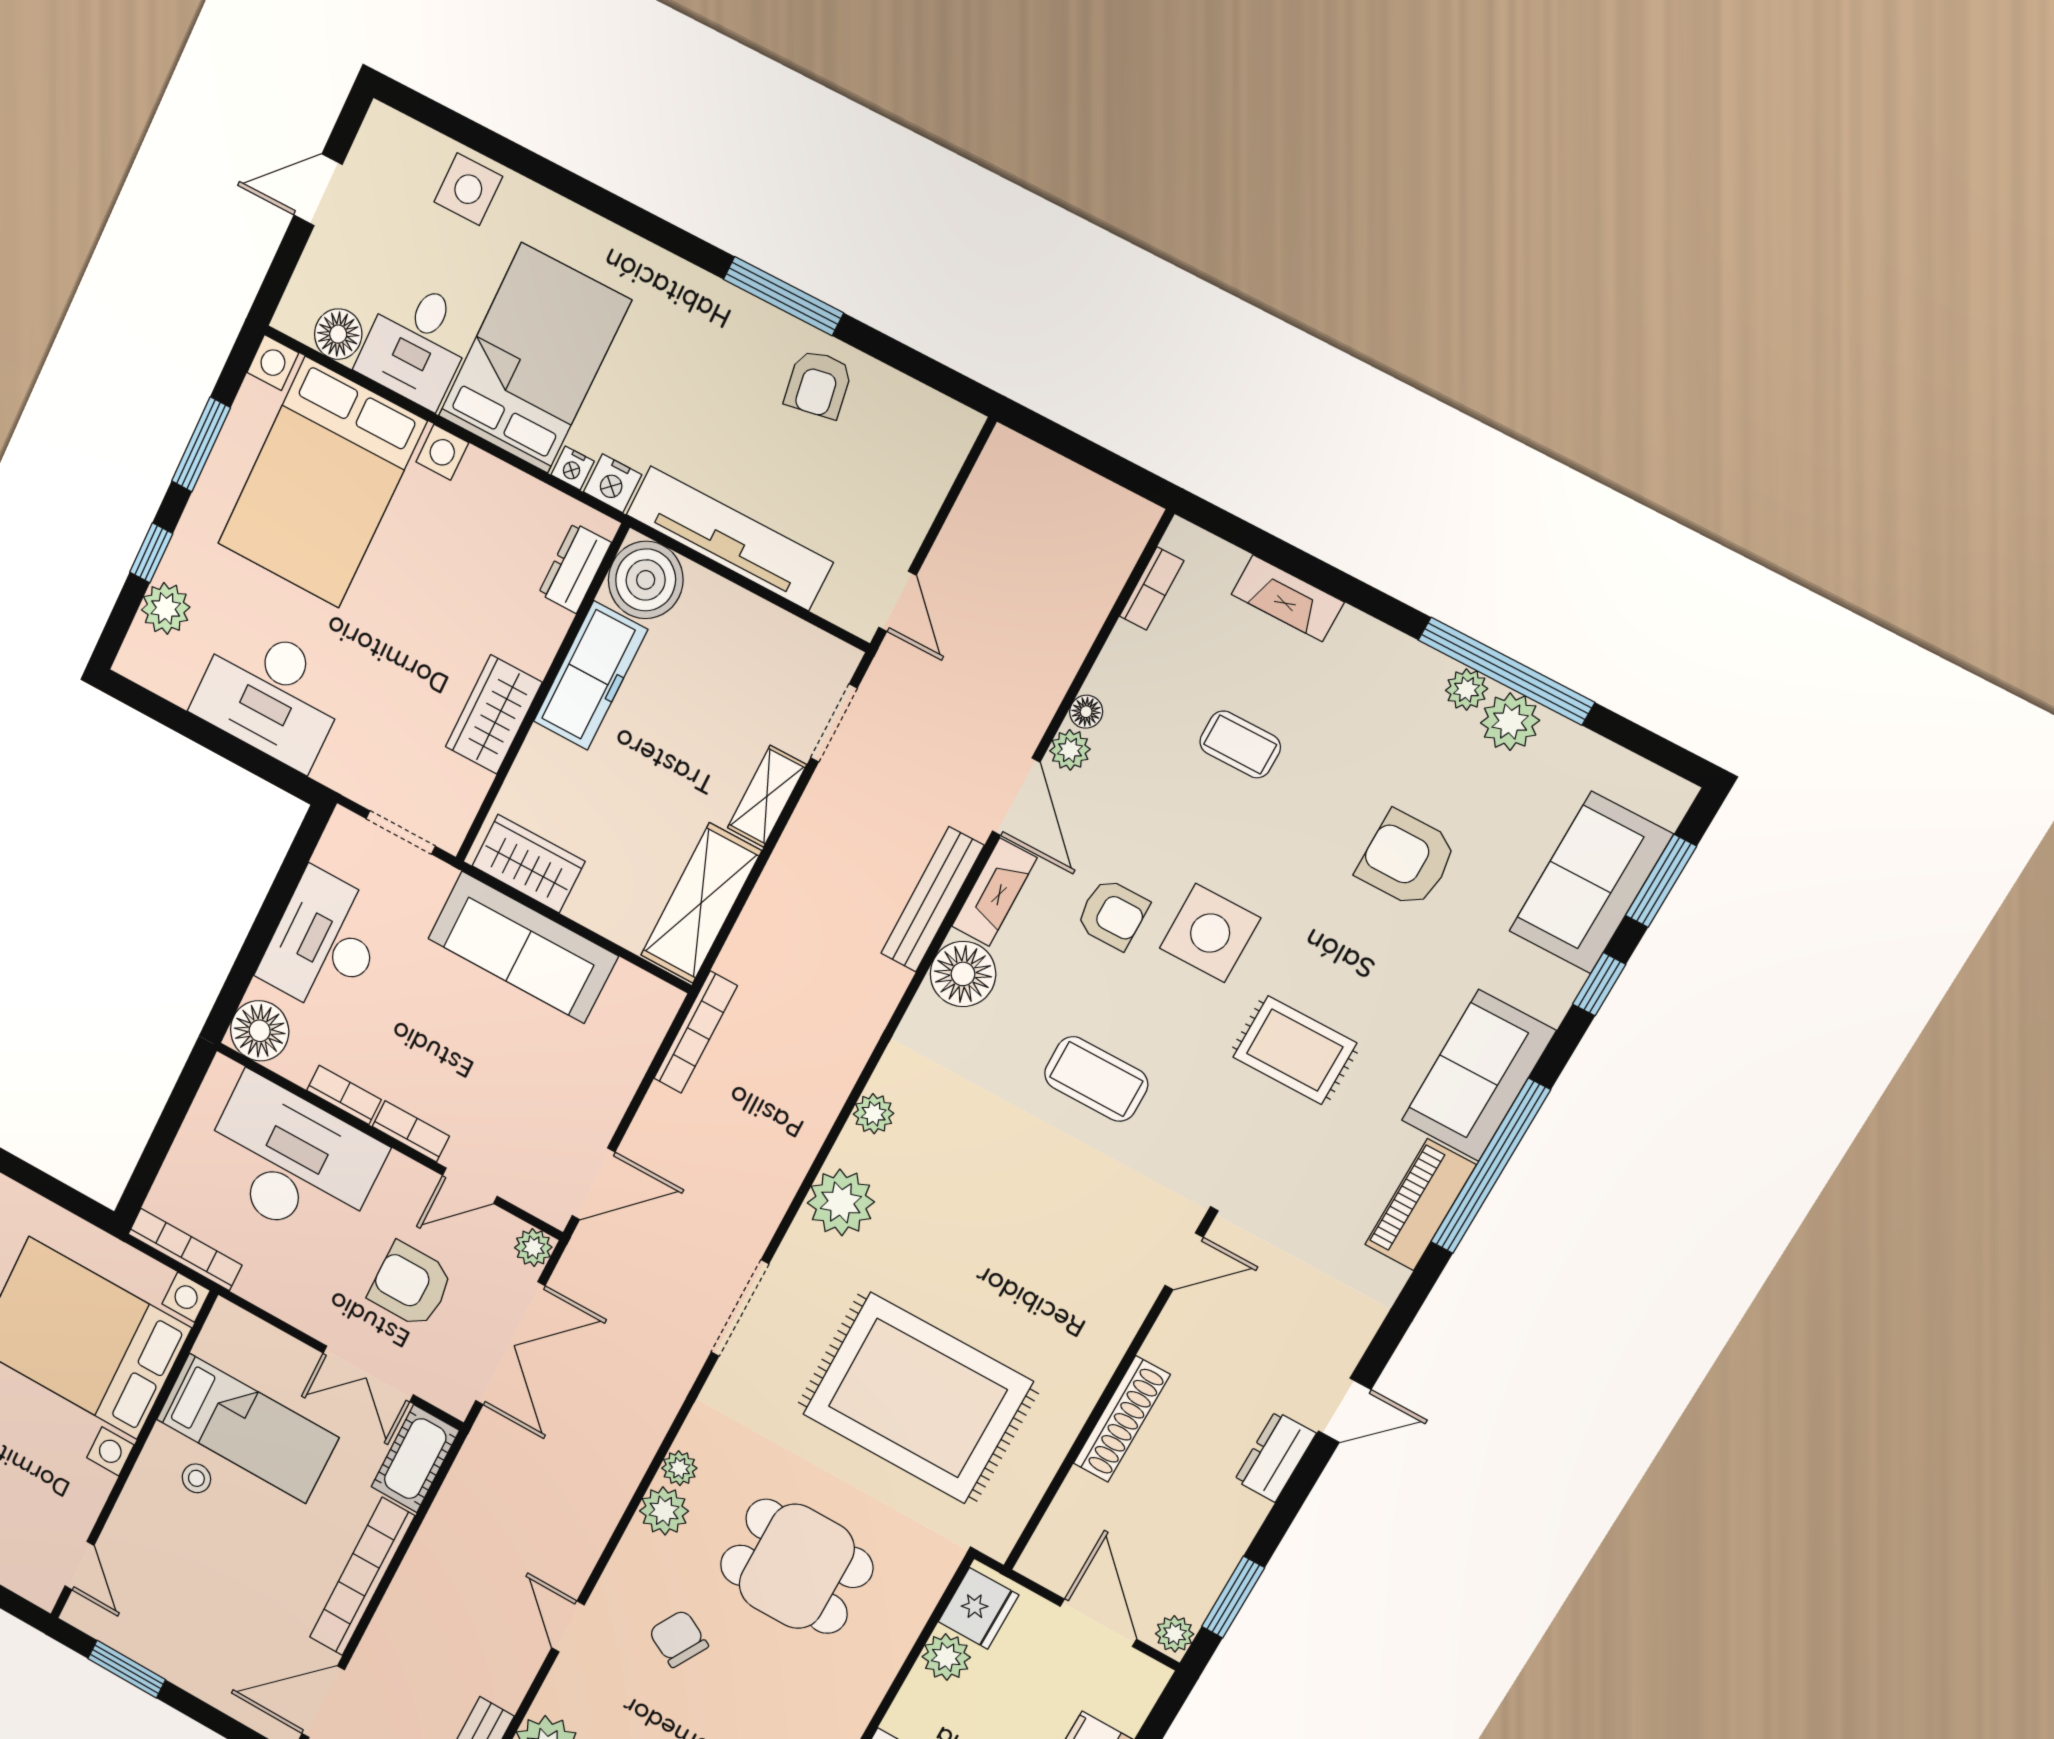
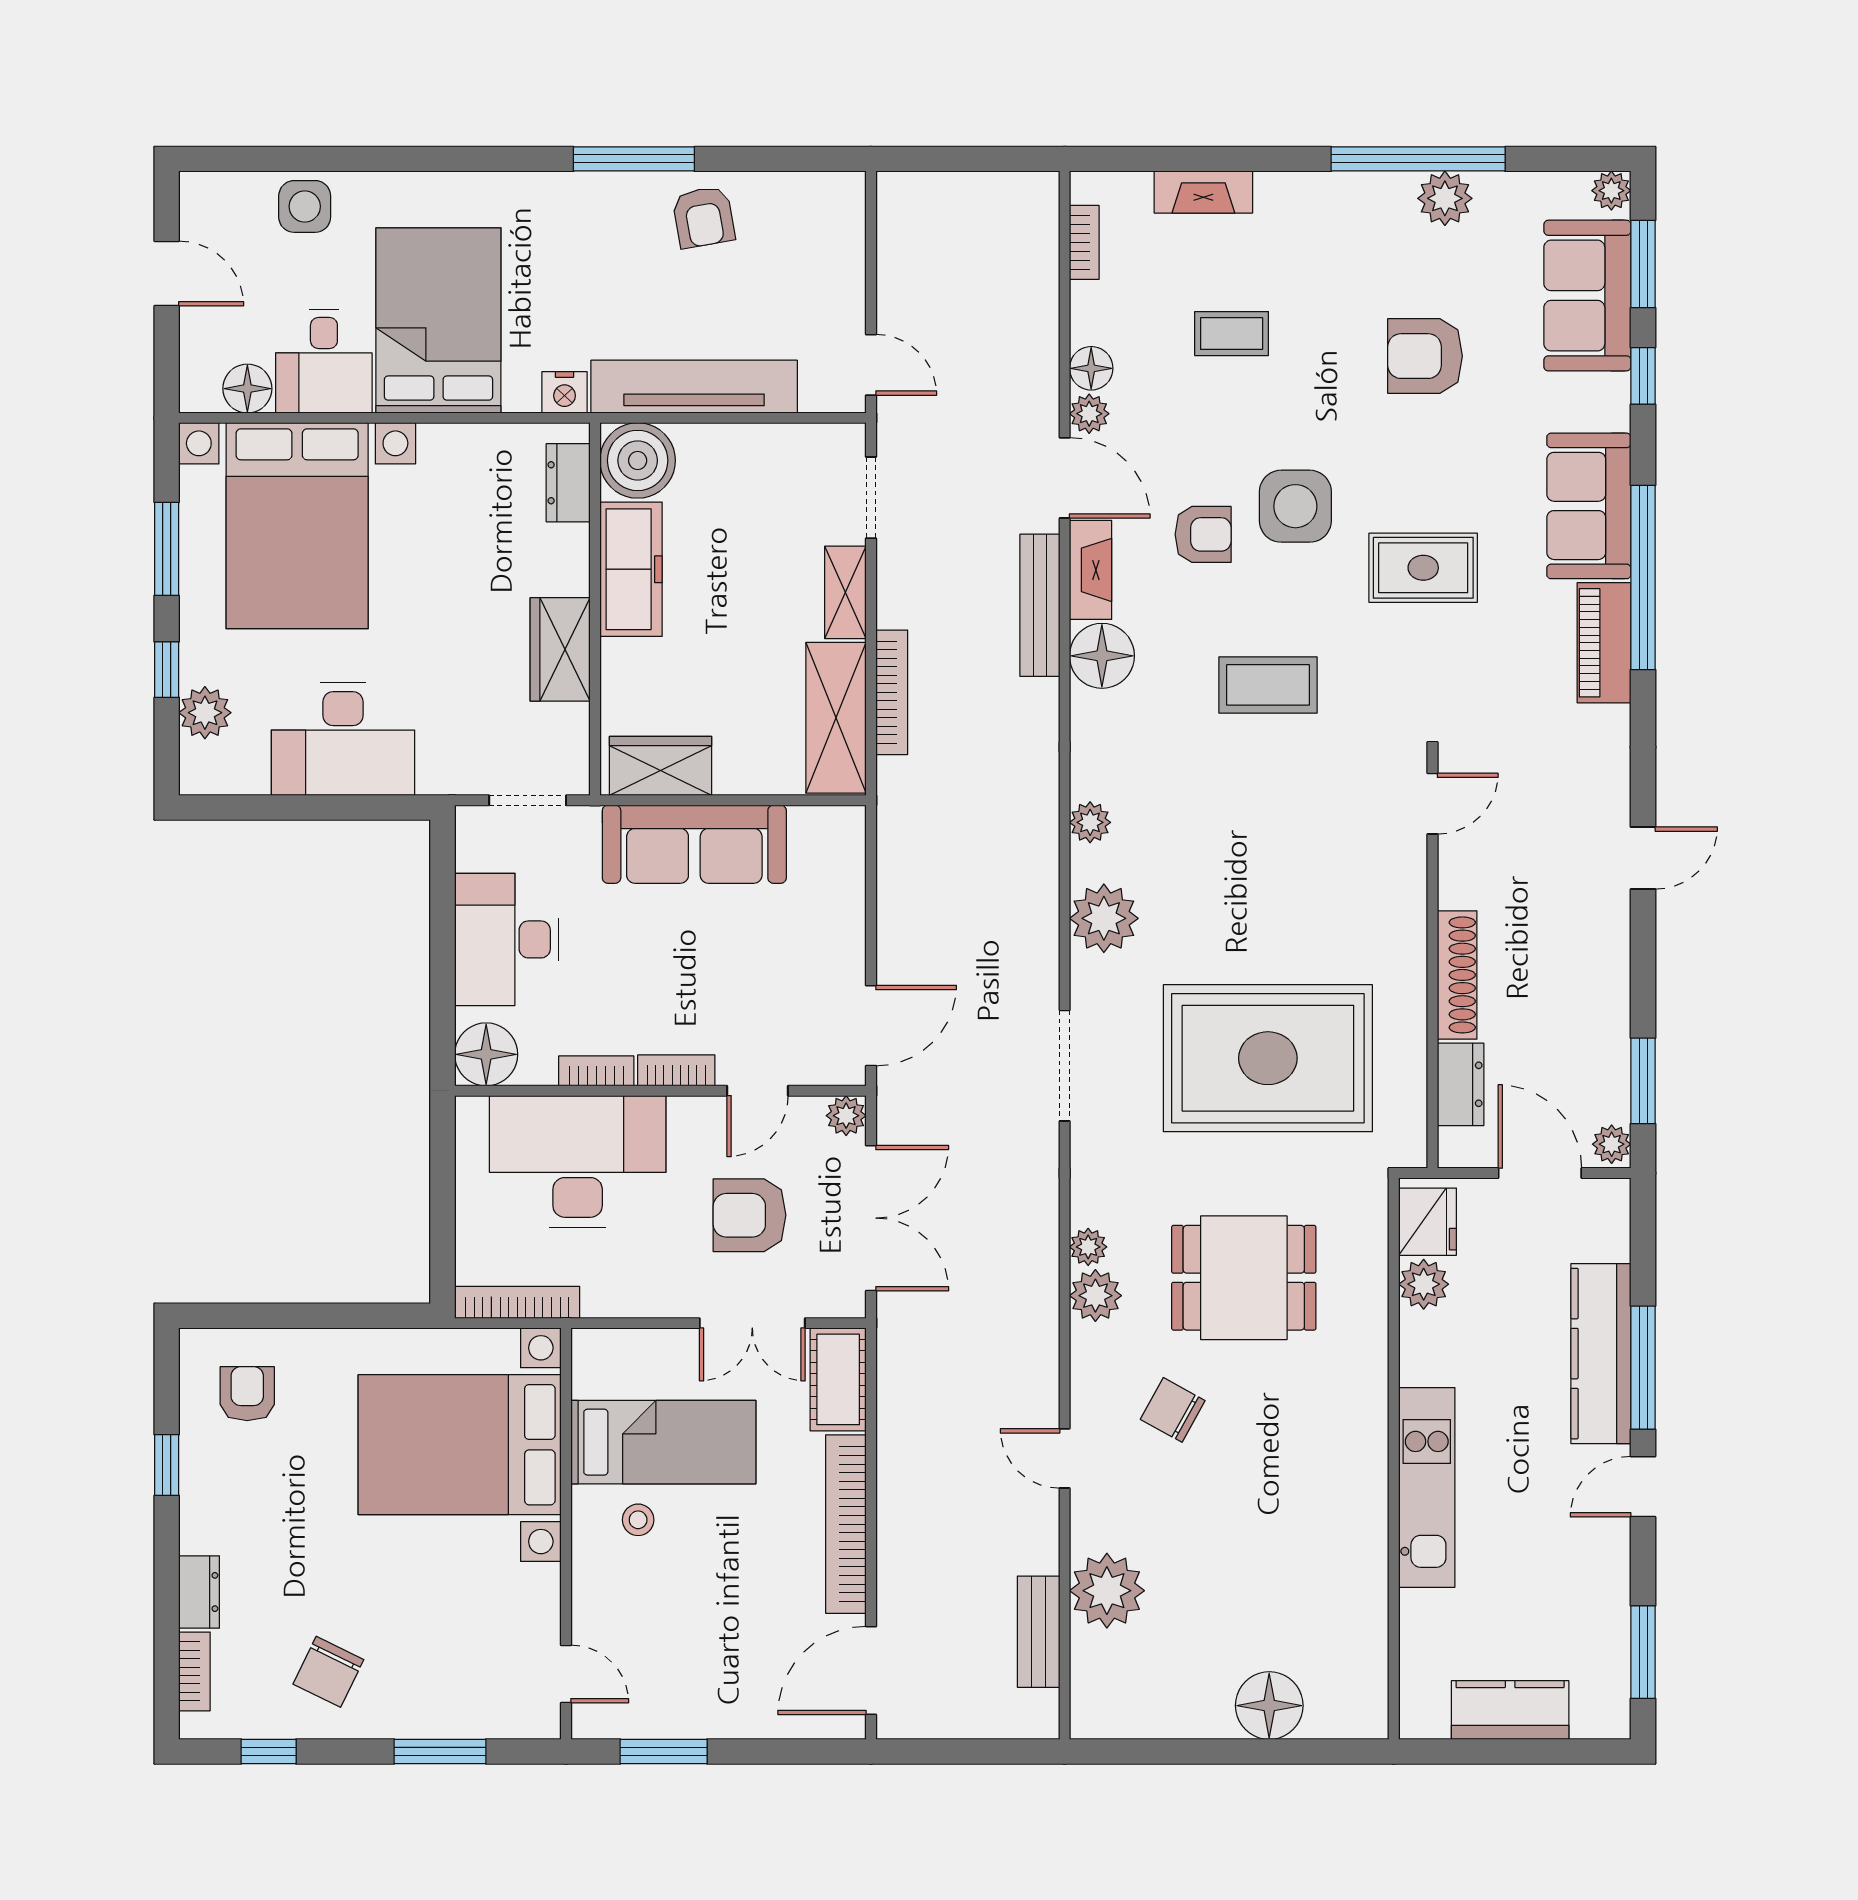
door: (318, 190) -> (167, 274), swing flipped
nightstand: (573, 468) -> (521, 397), removed
plant: (1467, 689) -> (1611, 191), moved
floor lamp: (1086, 712) -> (1091, 368), width x1.37, depth x1.37
bookcase: (696, 1032) -> (892, 692), moved
dresser: (1275, 1457) -> (1461, 1084), moved, turned 180

